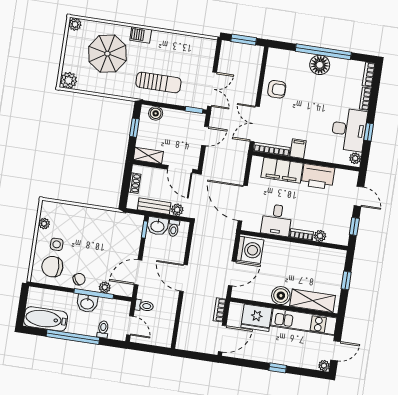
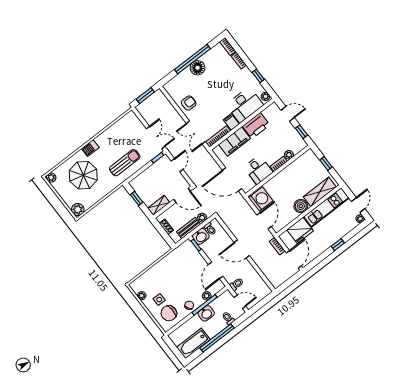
boiler: (156, 113) -> (140, 180), removed
desk: (349, 130) -> (245, 105), moved, turned 90

